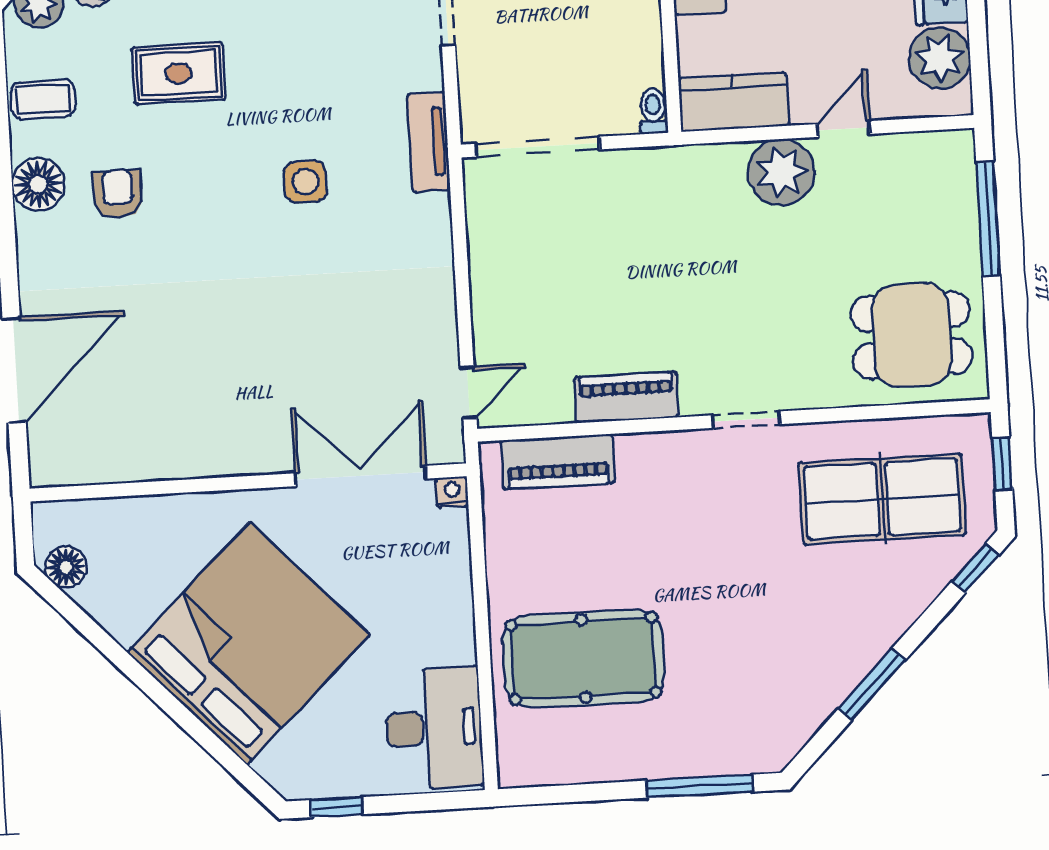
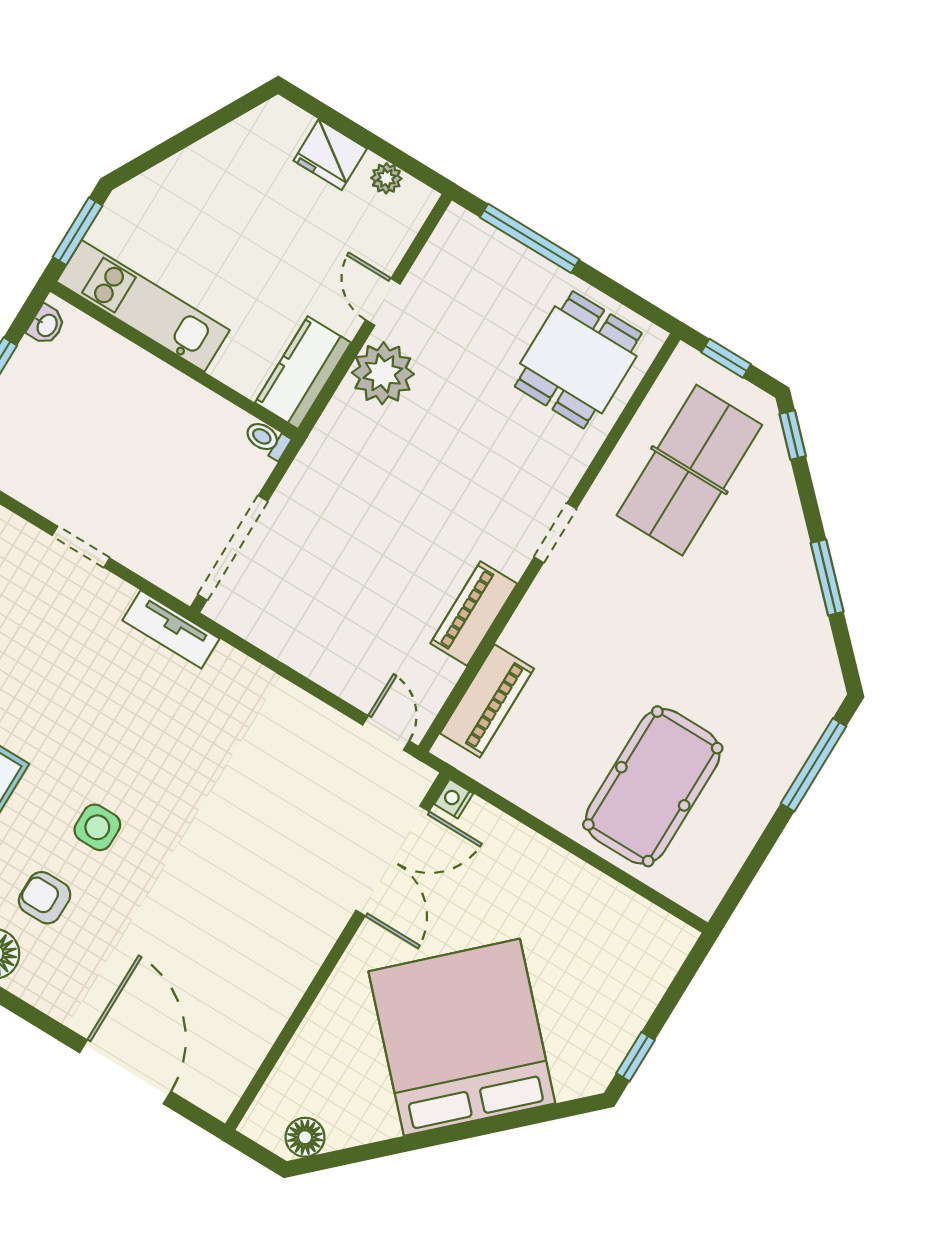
plant: (940, 58) -> (386, 178), width x0.53, depth x0.53
side table: (306, 182) -> (97, 827), moved
double door: (361, 476) -> (392, 861), swing flipped
desk: (434, 728) -> (627, 939), removed

